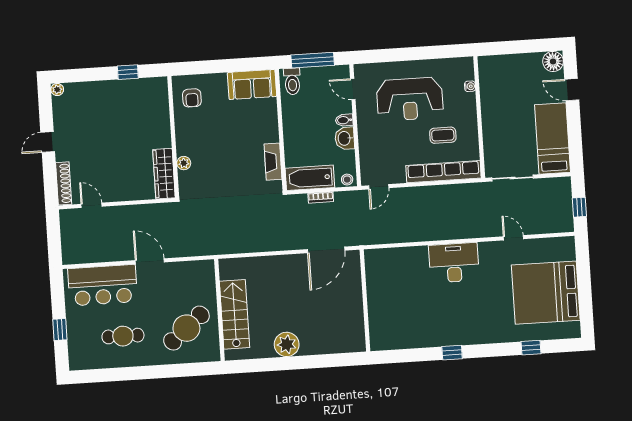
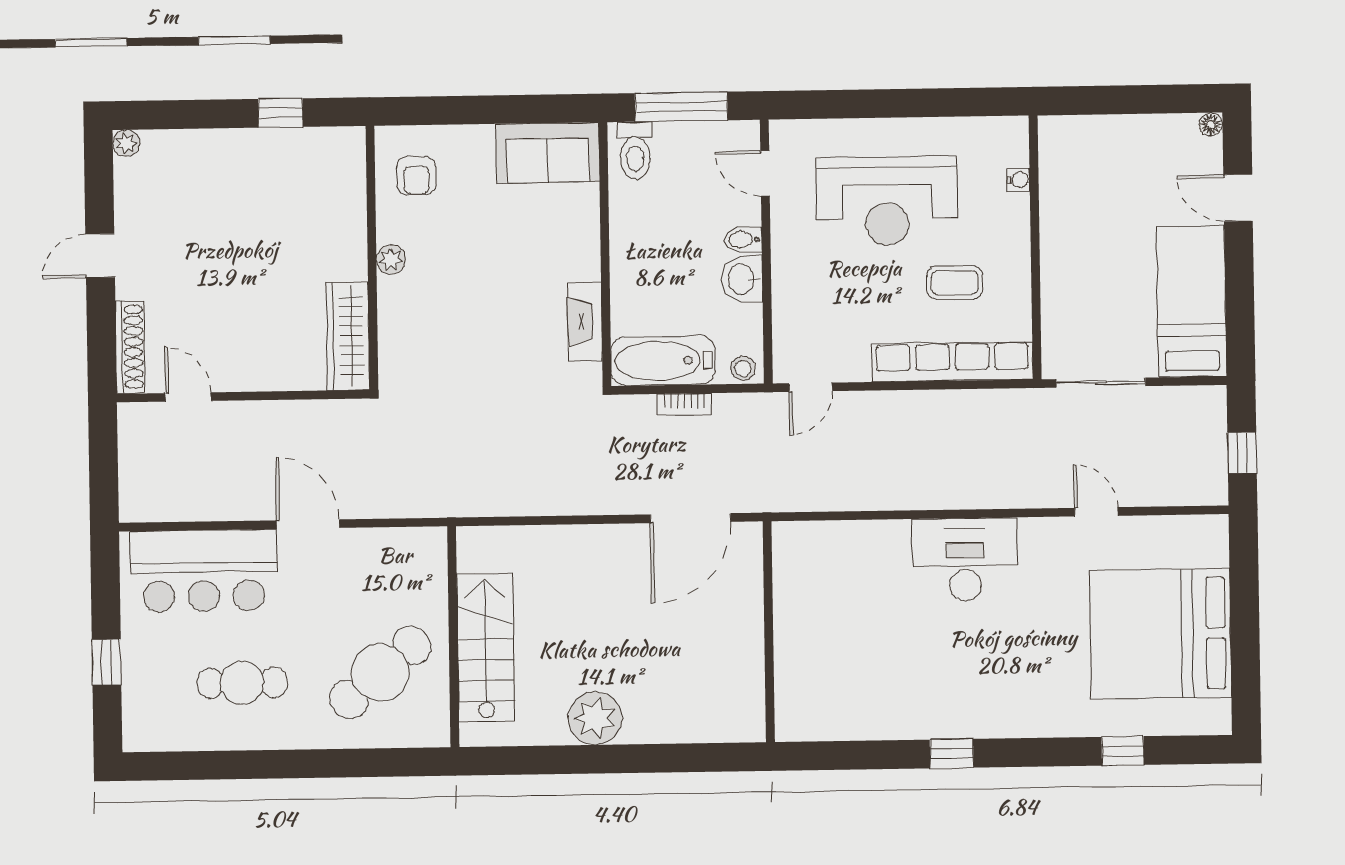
floor lamp: (553, 61) -> (1211, 124), width x0.53, depth x0.53
plant: (184, 163) -> (391, 260), moved

